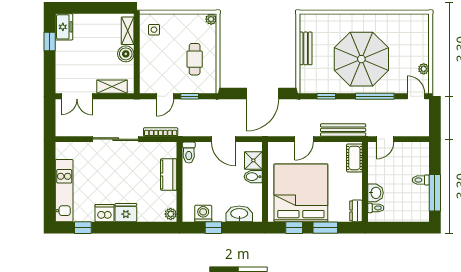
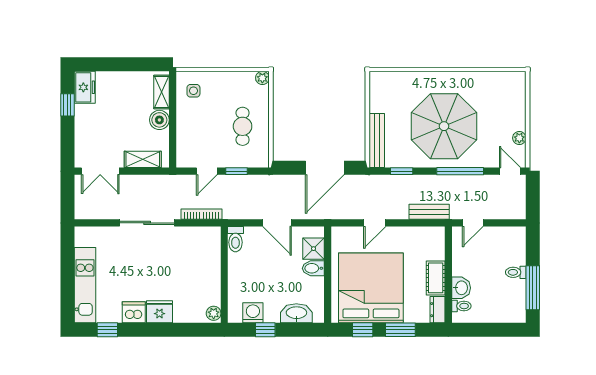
bench: (306, 48) -> (377, 141), moved, width x1.36
bench: (343, 130) -> (429, 212), width x0.73
cot: (354, 158) -> (436, 278), moved
kitchen counter: (169, 175) -> (211, 266), removed

